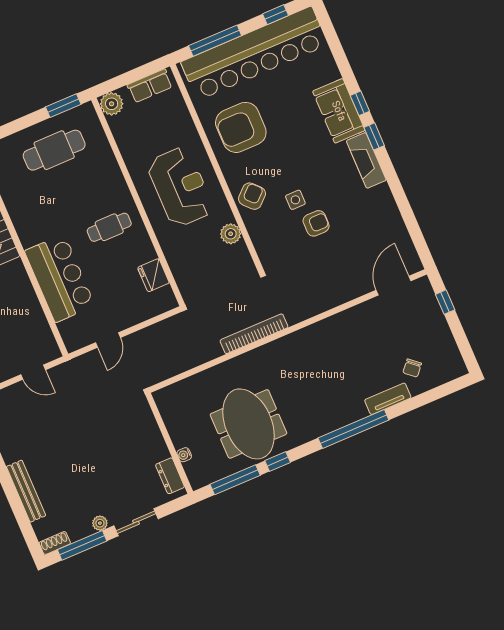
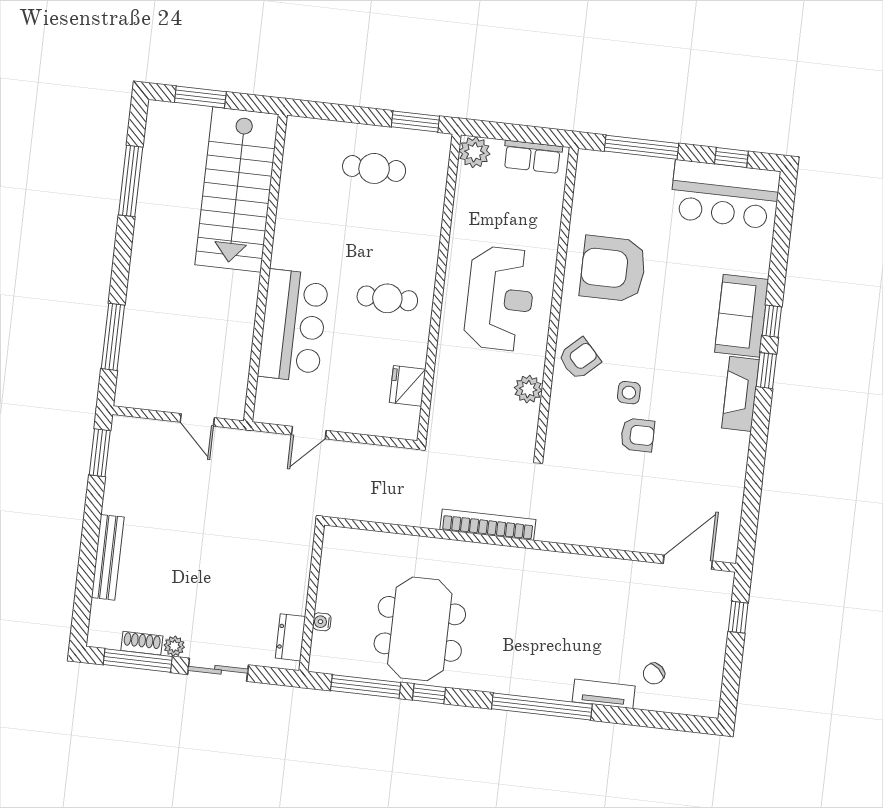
bar counter: (254, 53) -> (725, 195), width x0.54
cafe table: (54, 150) -> (374, 168), width x0.73, depth x0.74
shoe rack: (55, 543) -> (142, 643), moved

